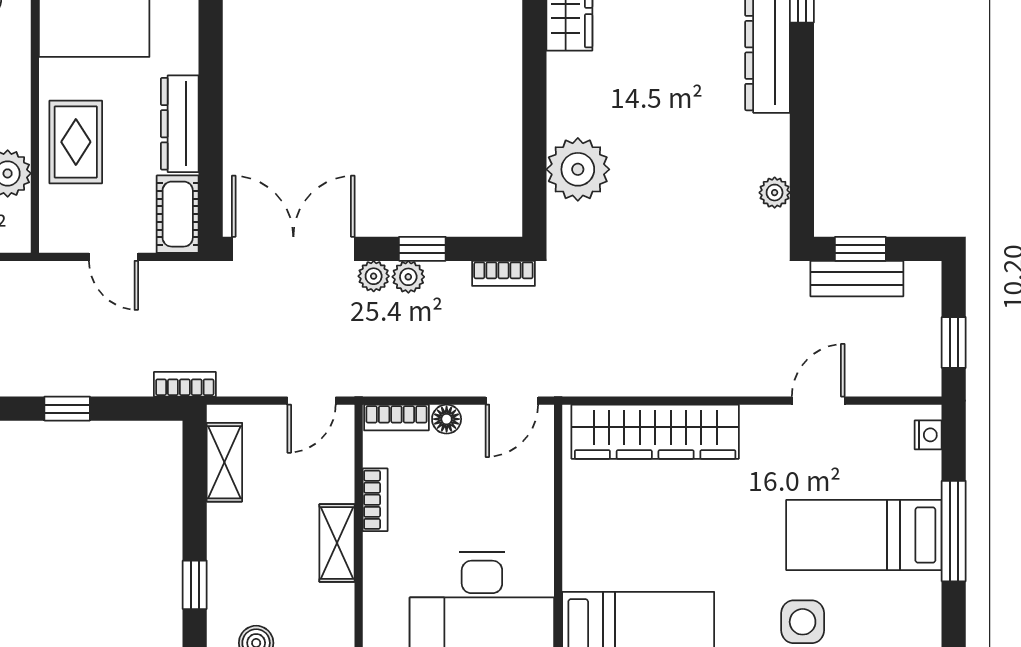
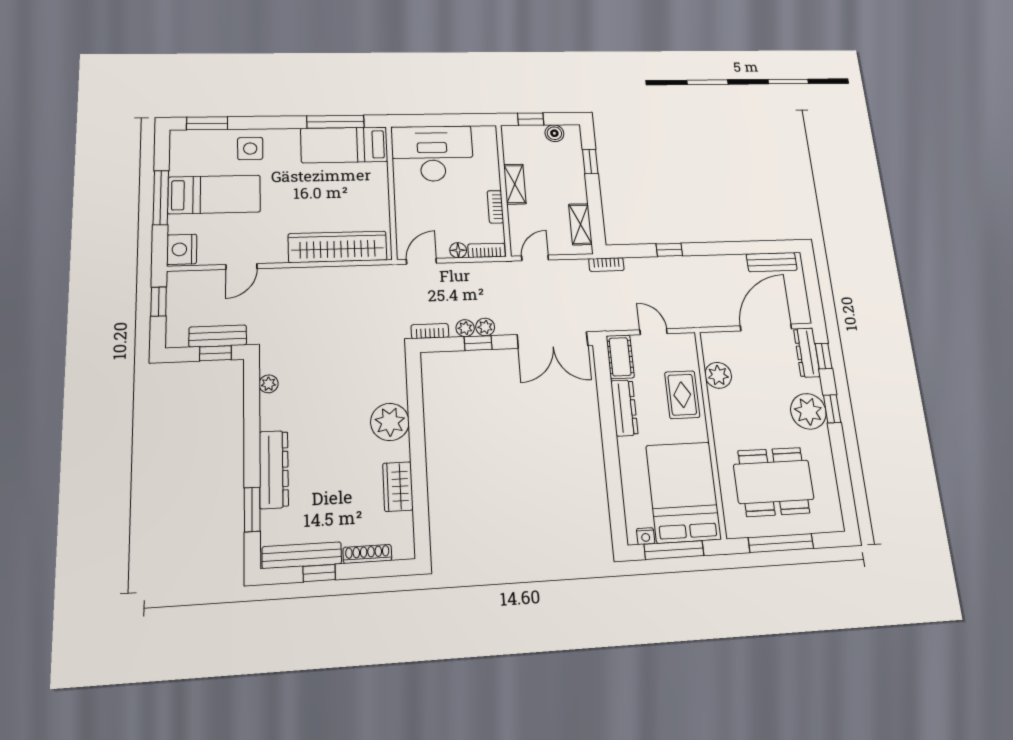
plant: (578, 169) -> (390, 422), moved
plant: (374, 276) -> (465, 328), moved
nightstand: (928, 435) -> (182, 249), width x1.89, depth x1.79

